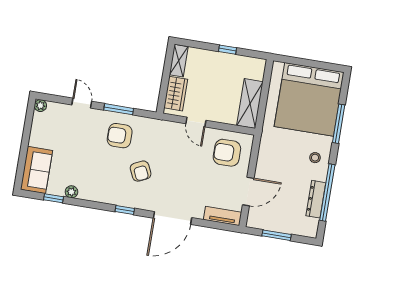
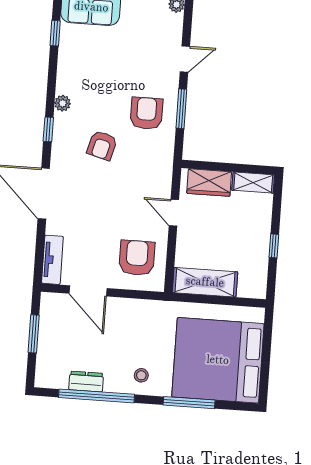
door: (196, 122) -> (174, 213), hinge flipped
armchair: (141, 171) -> (102, 145), turned -50
plant: (71, 192) -> (63, 103), moved
dresser: (316, 199) -> (86, 382), width x0.70

